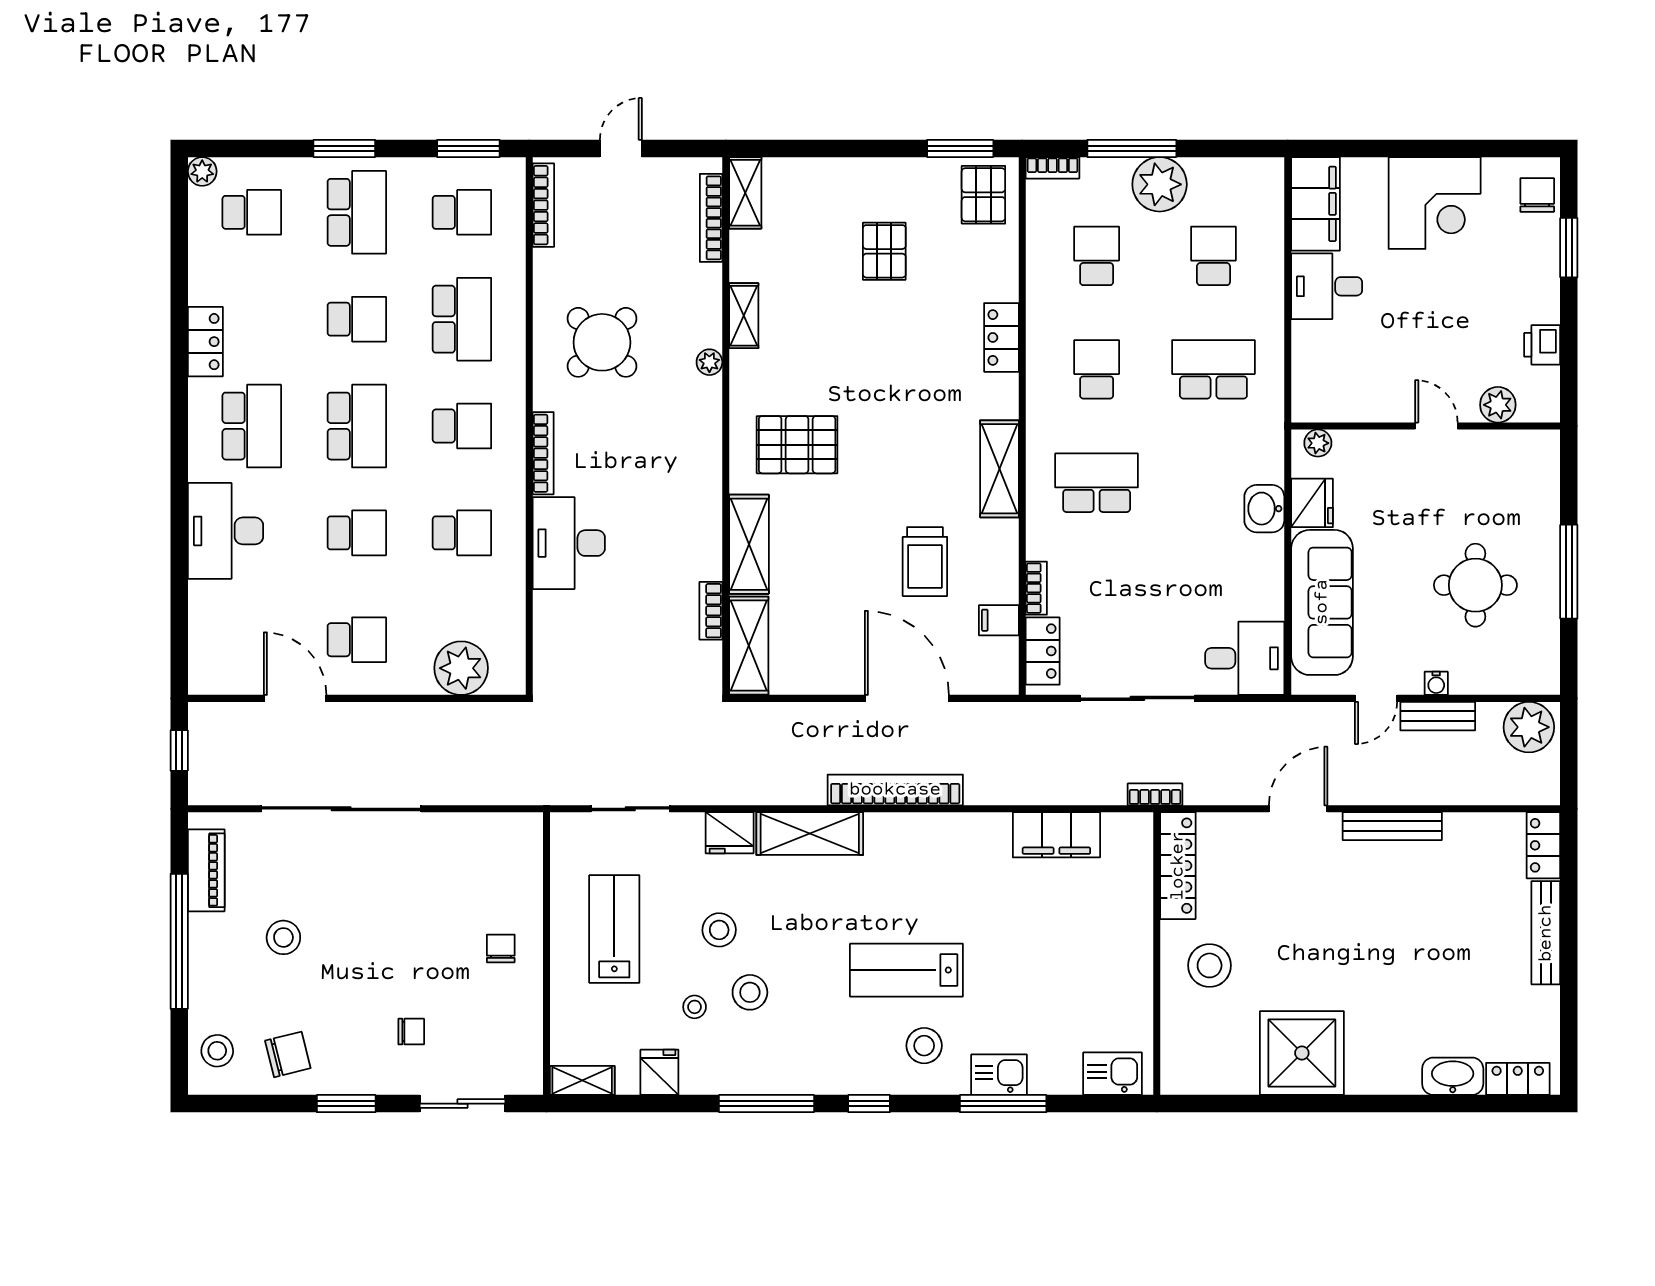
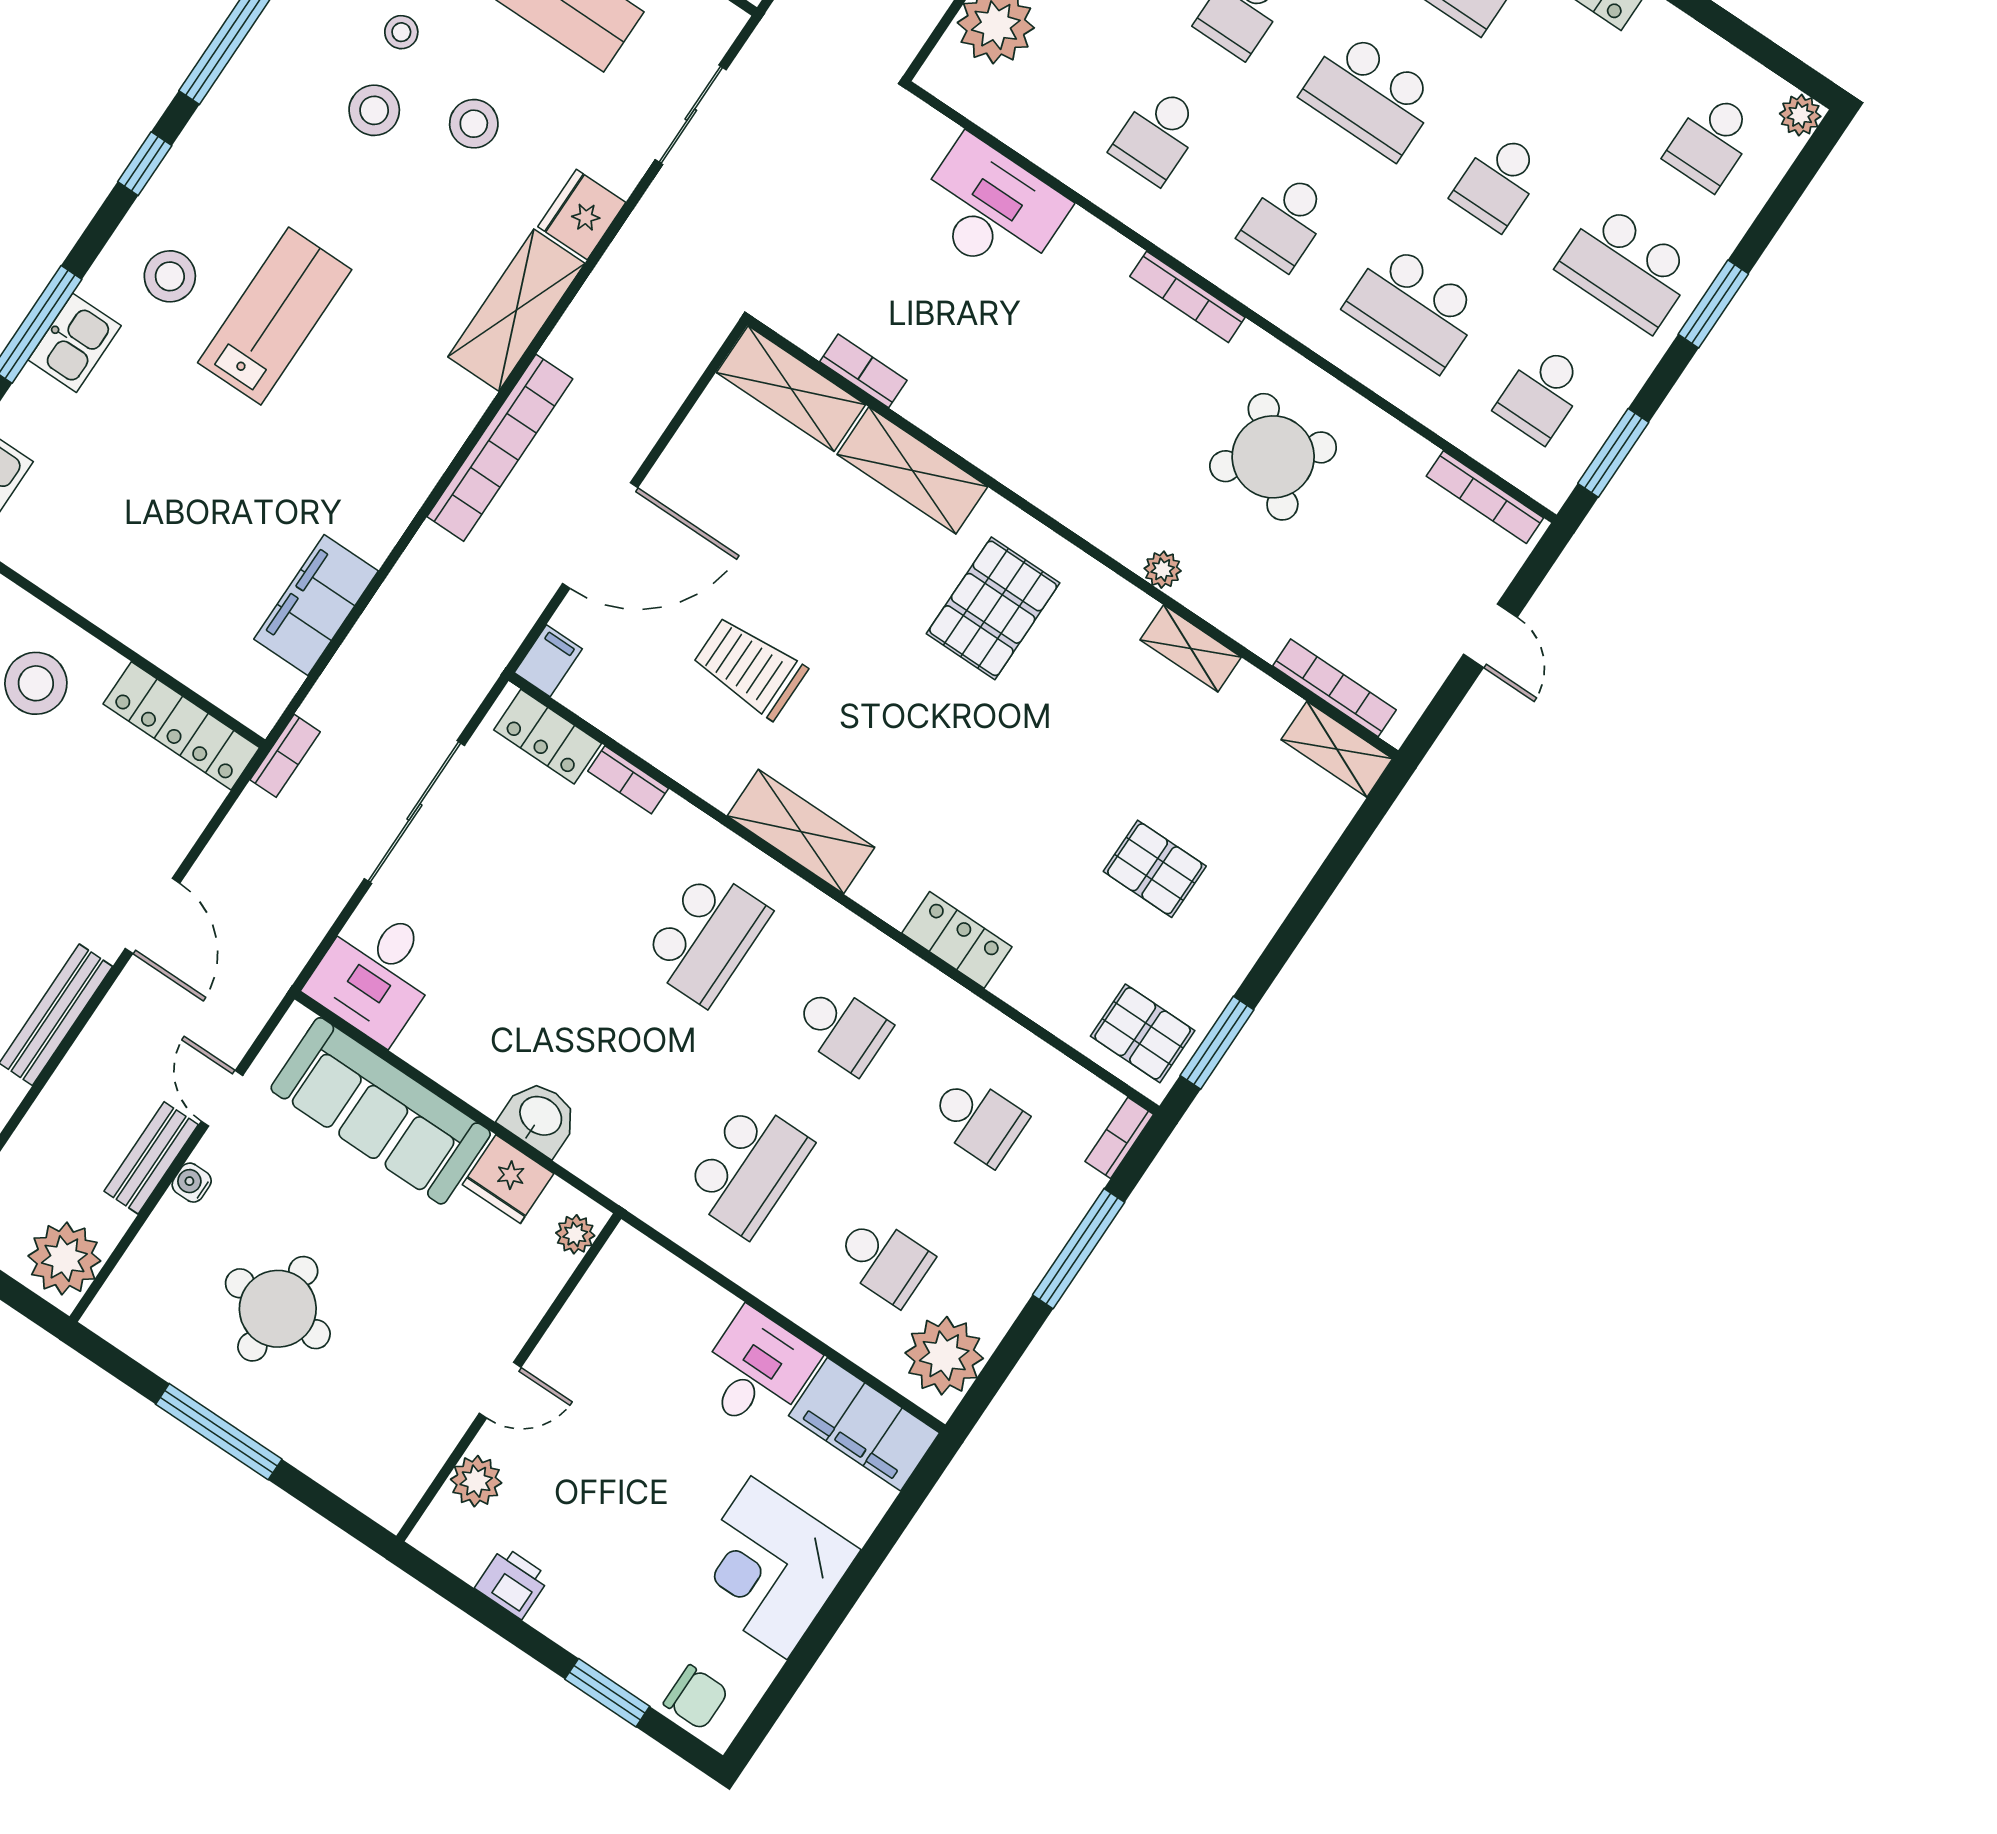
plant: (1160, 184) -> (944, 1356), moved
desk: (569, 543) -> (991, 209), moved
filing cabinet: (999, 620) -> (548, 661), moved

